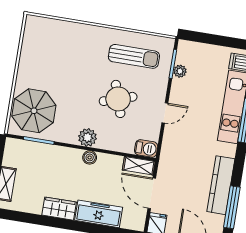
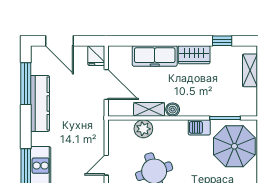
plant: (87, 137) -> (143, 129), moved
barbecue: (146, 148) -> (199, 127), moved
shelving: (139, 166) -> (149, 109), moved
window: (29, 218) -> (222, 41), added

